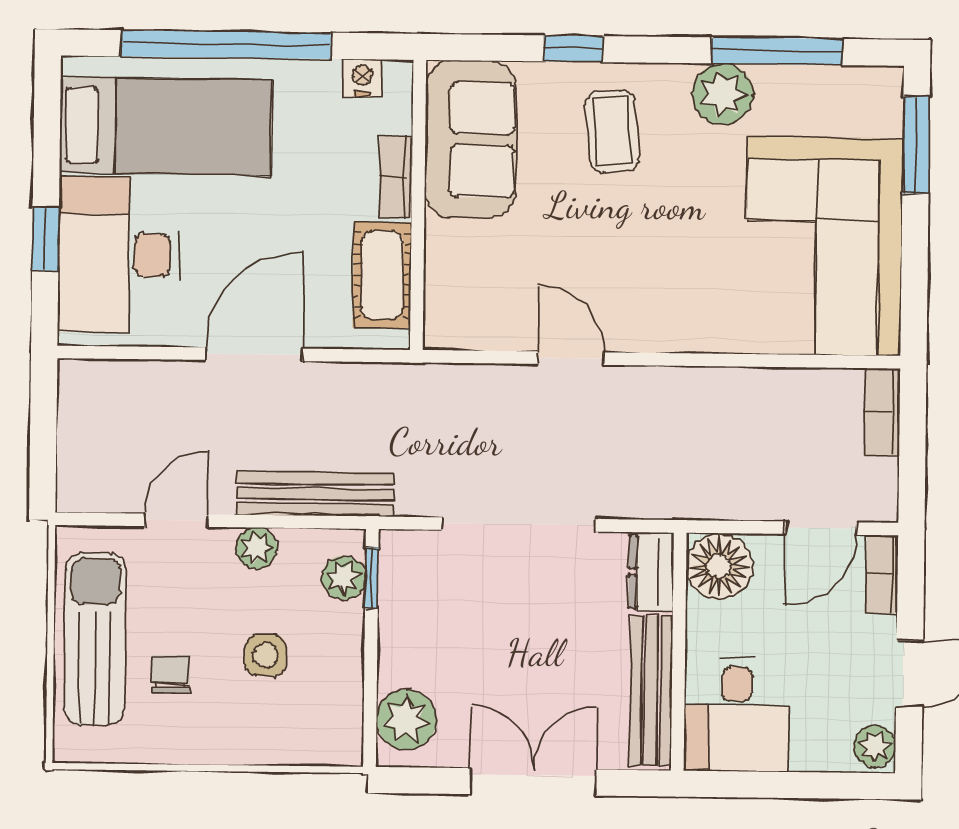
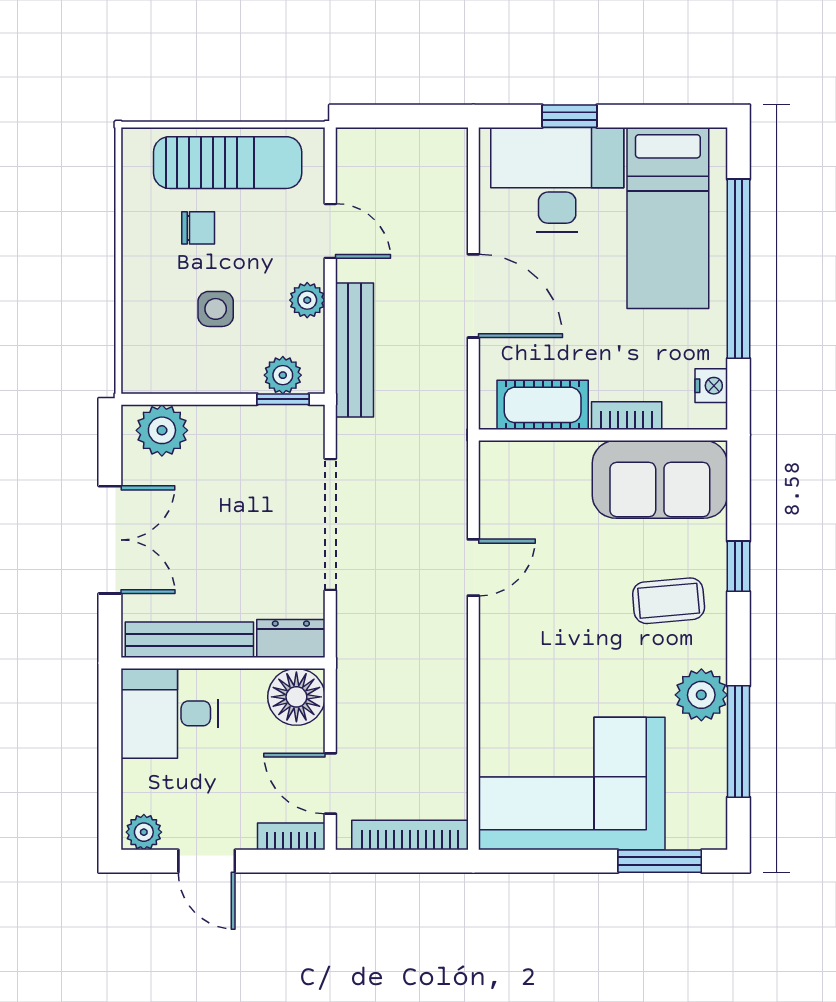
bookcase: (882, 412) -> (410, 835), width x1.56

